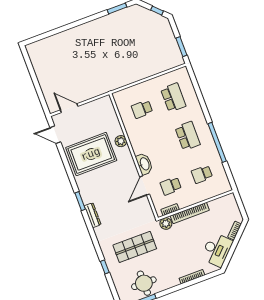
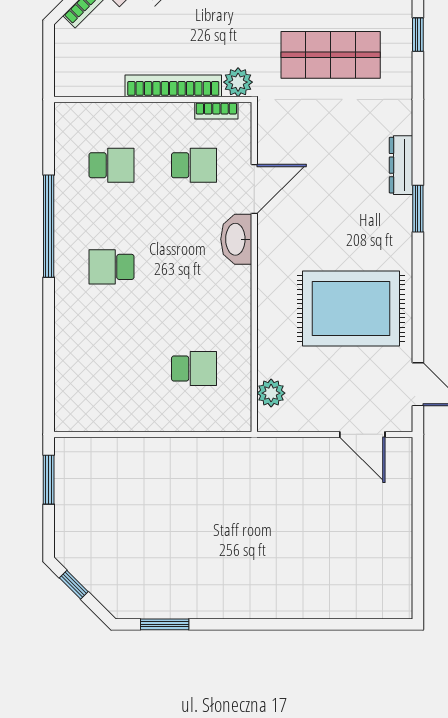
school desk: (173, 98) -> (111, 369), removed
school desk: (188, 136) -> (111, 267), width x0.54
plant: (121, 141) -> (271, 393), moved

